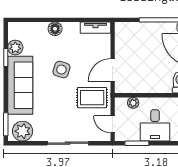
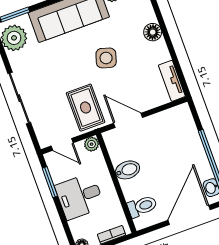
bidet: (149, 84) -> (127, 170), added
plant: (133, 103) -> (92, 144), moved
door: (113, 124) -> (62, 144), swing flipped

